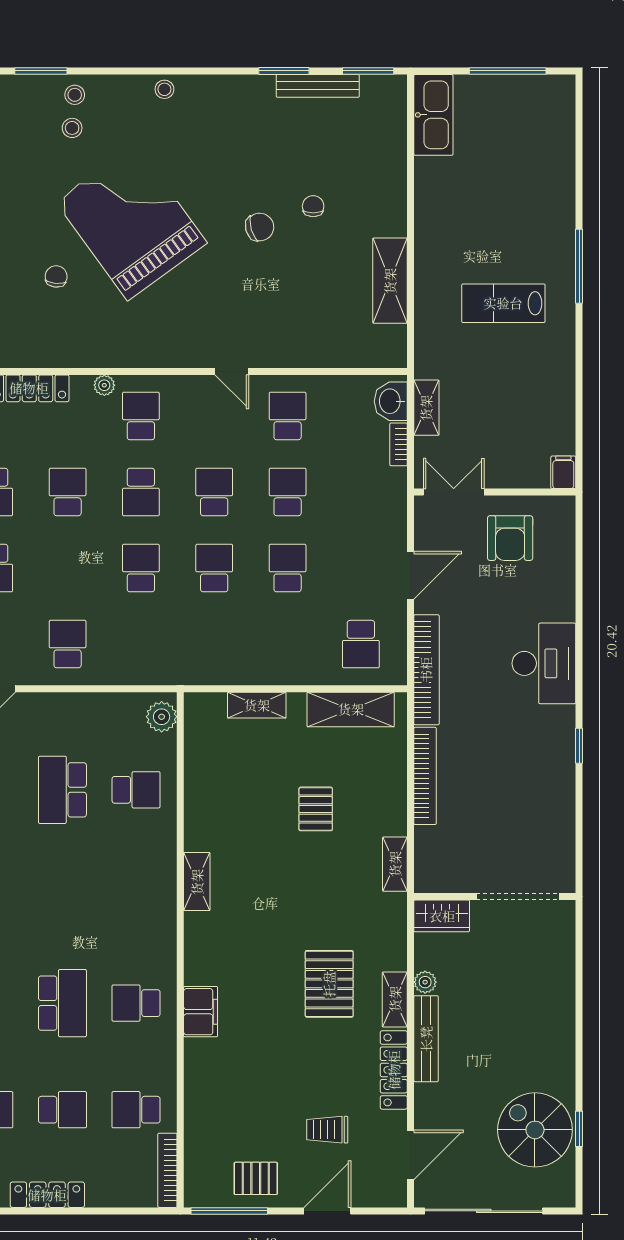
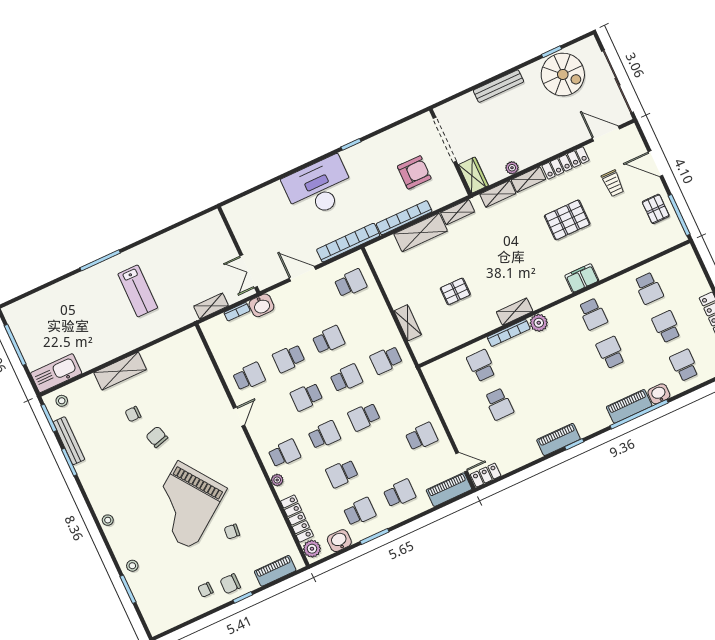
stool: (72, 128) -> (62, 401), moved
shelving: (390, 281) -> (120, 371), moved
washbasin: (391, 401) -> (261, 305), moved
school desk: (141, 416) -> (284, 453), turned 180
school desk: (288, 416) -> (249, 377), turned 180
filing cabinet: (563, 472) -> (212, 219), removed
armchair: (510, 538) -> (414, 172), moved
school desk: (214, 568) -> (346, 378), turned 180
school desk: (288, 568) -> (329, 340), turned 180
school desk: (68, 644) -> (422, 437), turned 180
school desk: (214, 644) -> (386, 360), added
desk: (544, 663) -> (319, 188), width x1.36, depth x1.30
shelving: (351, 709) -> (421, 232), moved, turned 90
plant: (162, 717) -> (539, 323), moved
school desk: (62, 790) -> (499, 404), width x0.54
pallet: (316, 809) -> (455, 291), moved
shelving: (394, 941) -> (498, 194), added
pallet: (329, 984) -> (567, 220), moved
school desk: (62, 1003) -> (611, 353), width x0.54
bench: (426, 1039) -> (498, 86), moved
spiral stairs: (535, 1130) -> (563, 74), turned -90
bookcase: (167, 1170) -> (509, 333), moved

